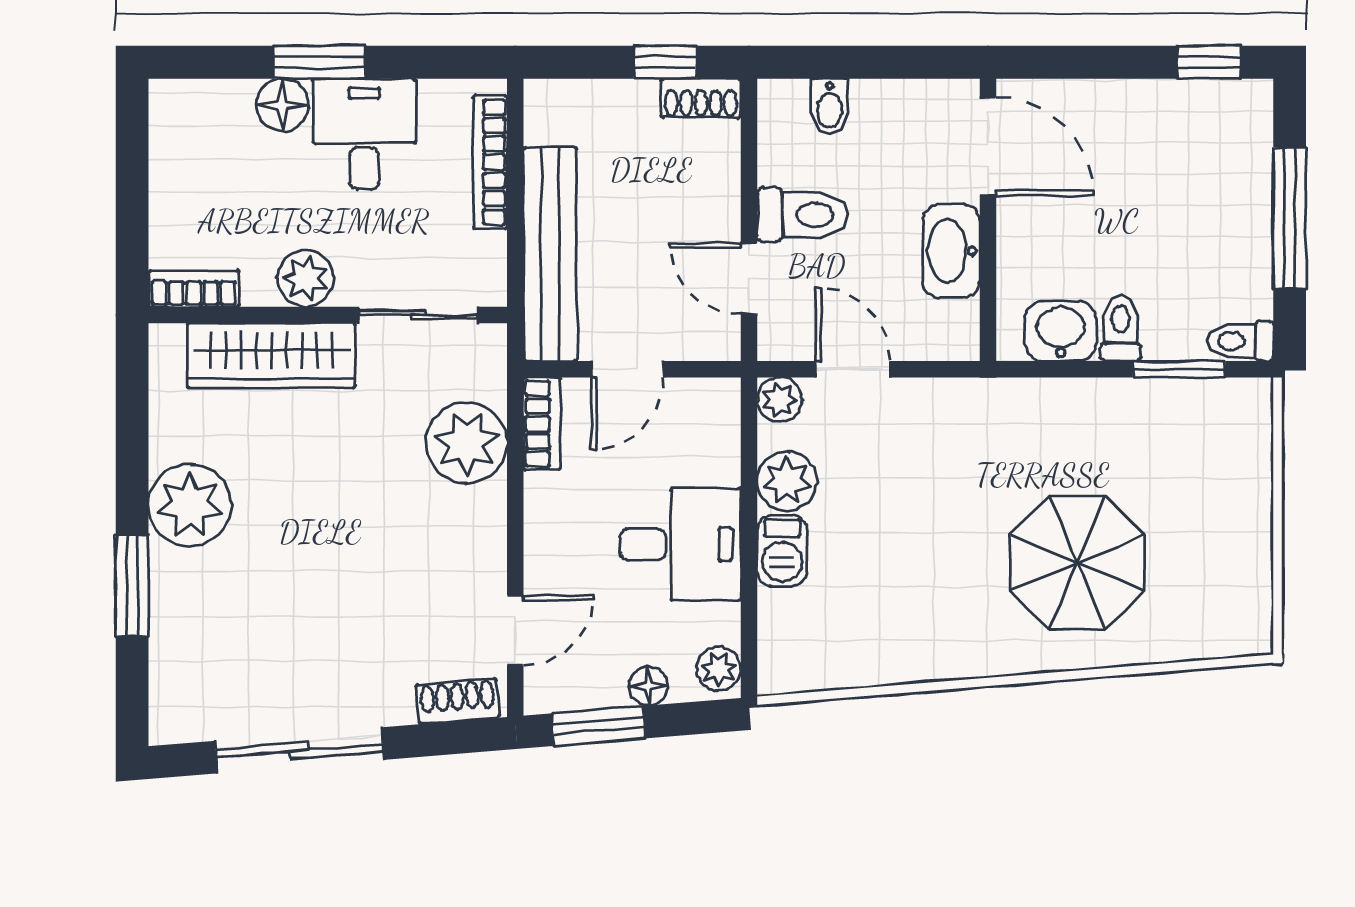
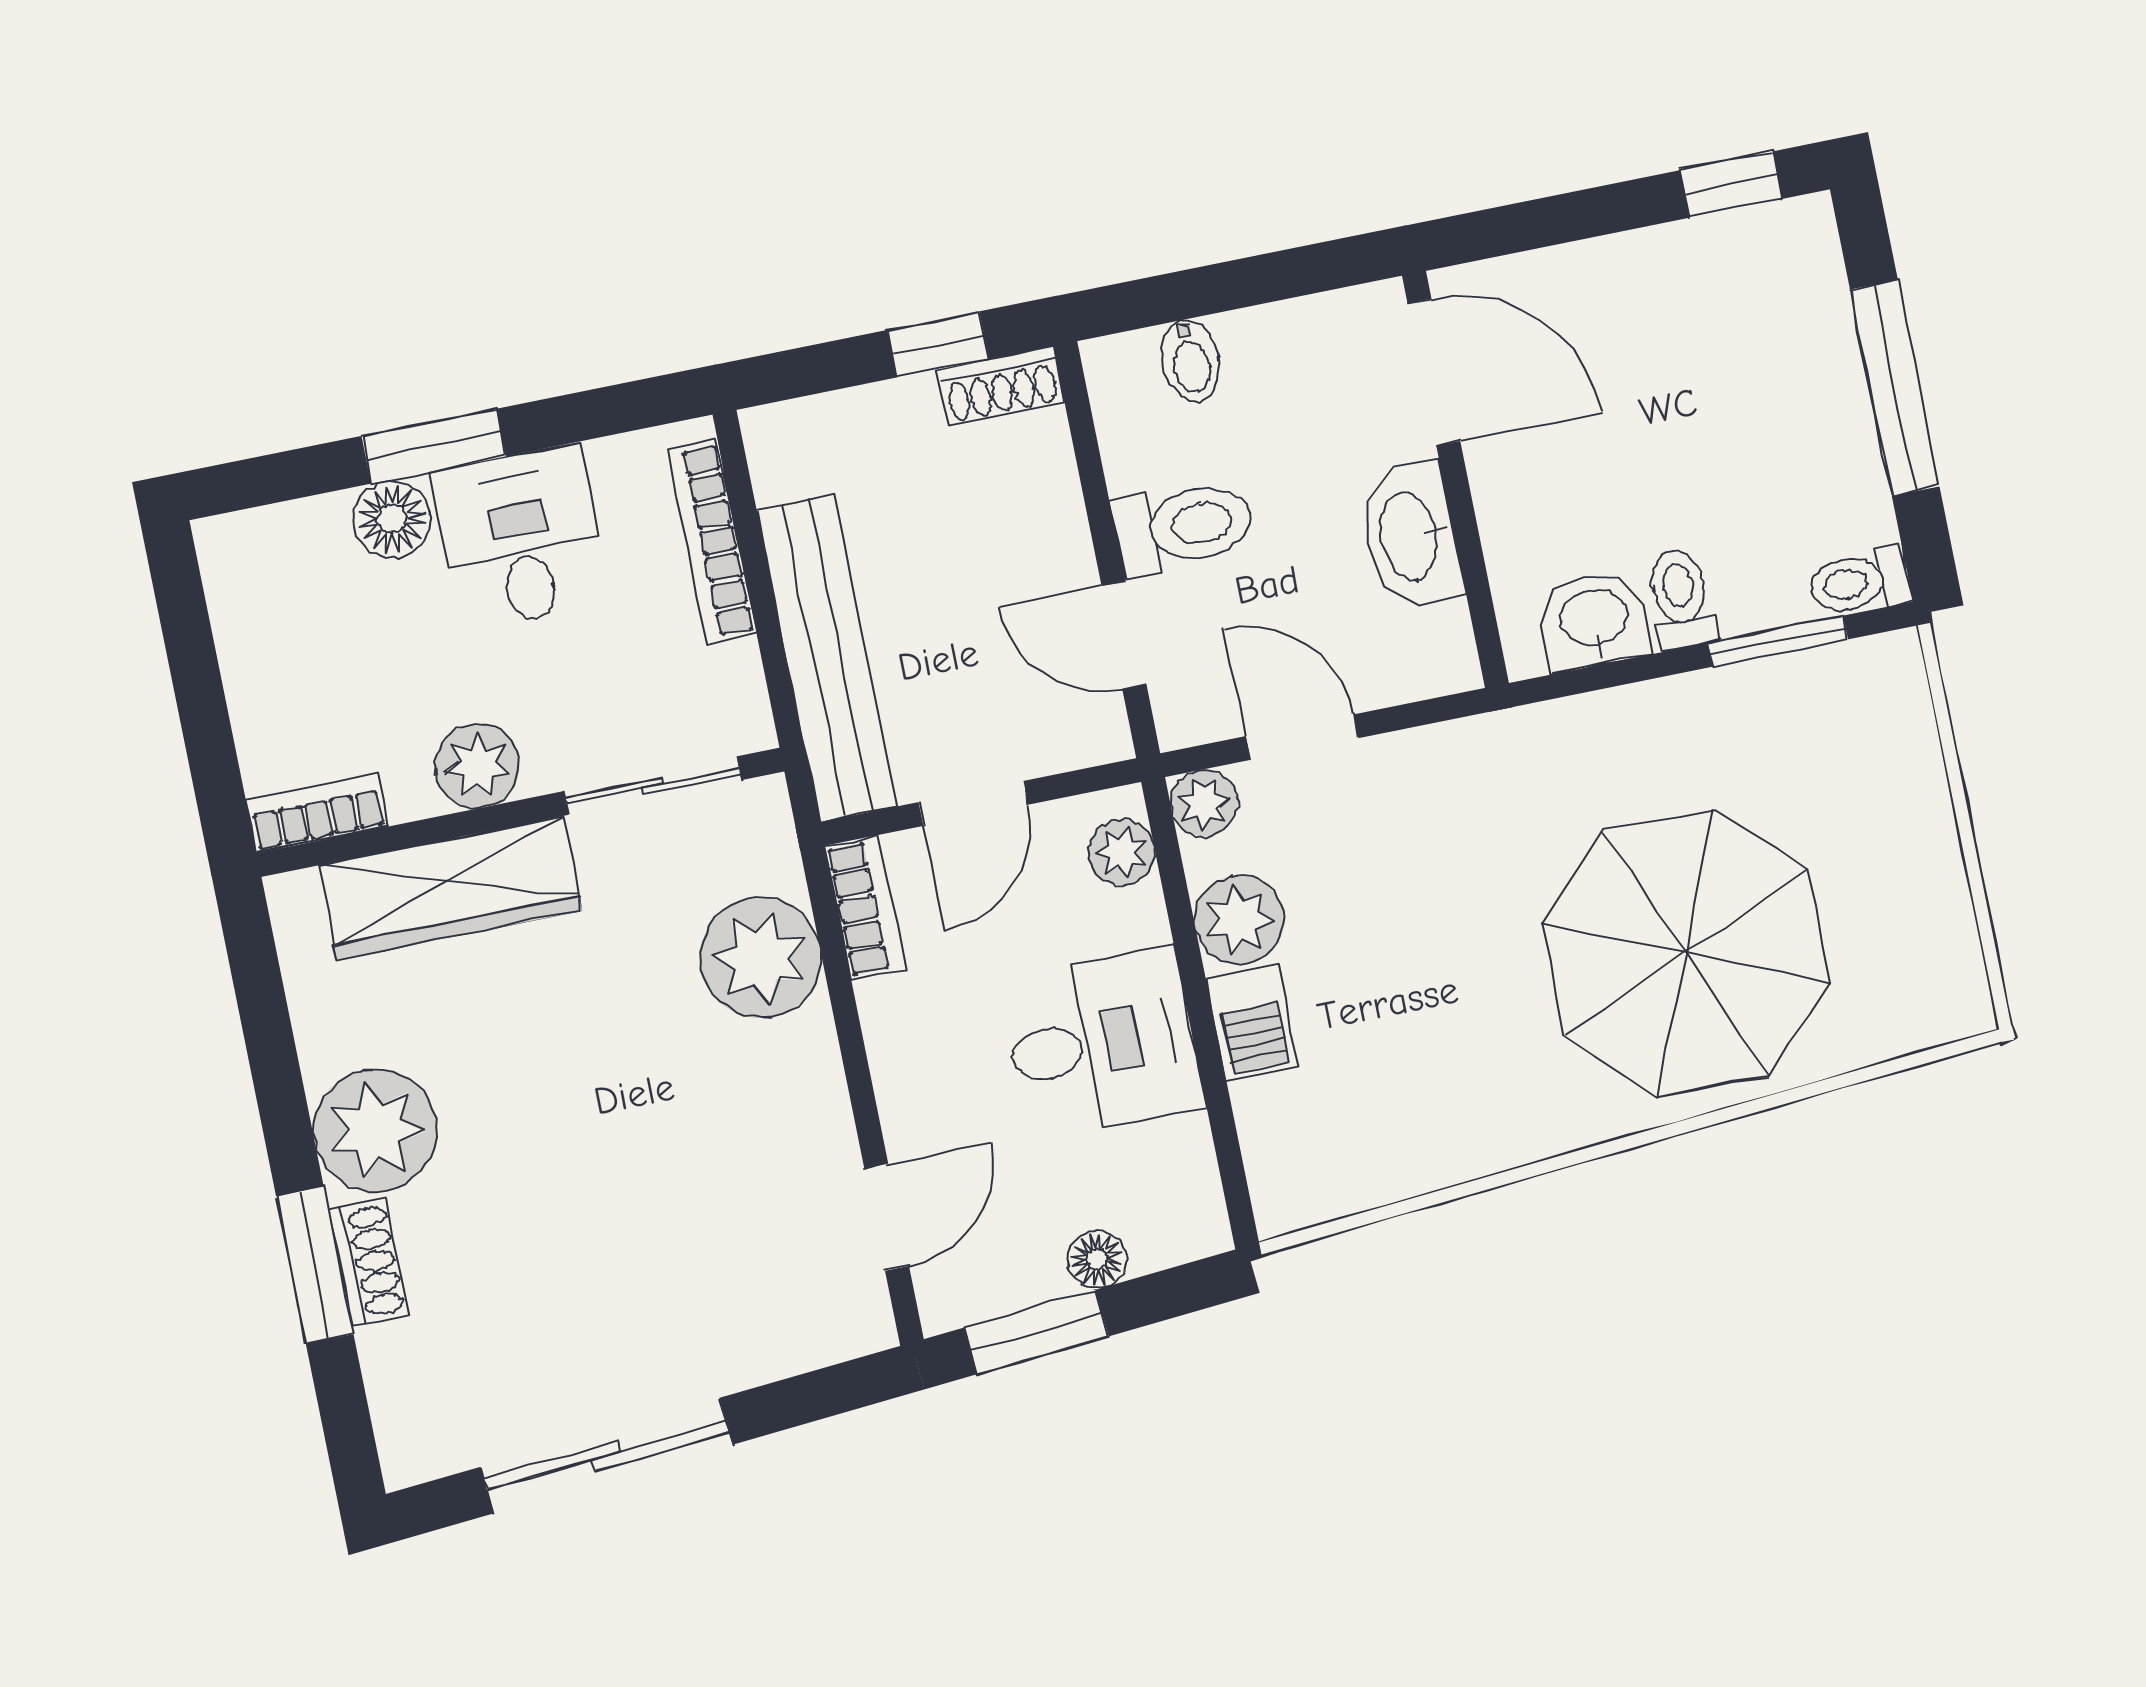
parasol: (1077, 563) -> (1686, 953), width x1.36, depth x1.36
plant: (719, 669) -> (1122, 852), moved
shoe rack: (457, 701) -> (369, 1262), moved, turned 95

